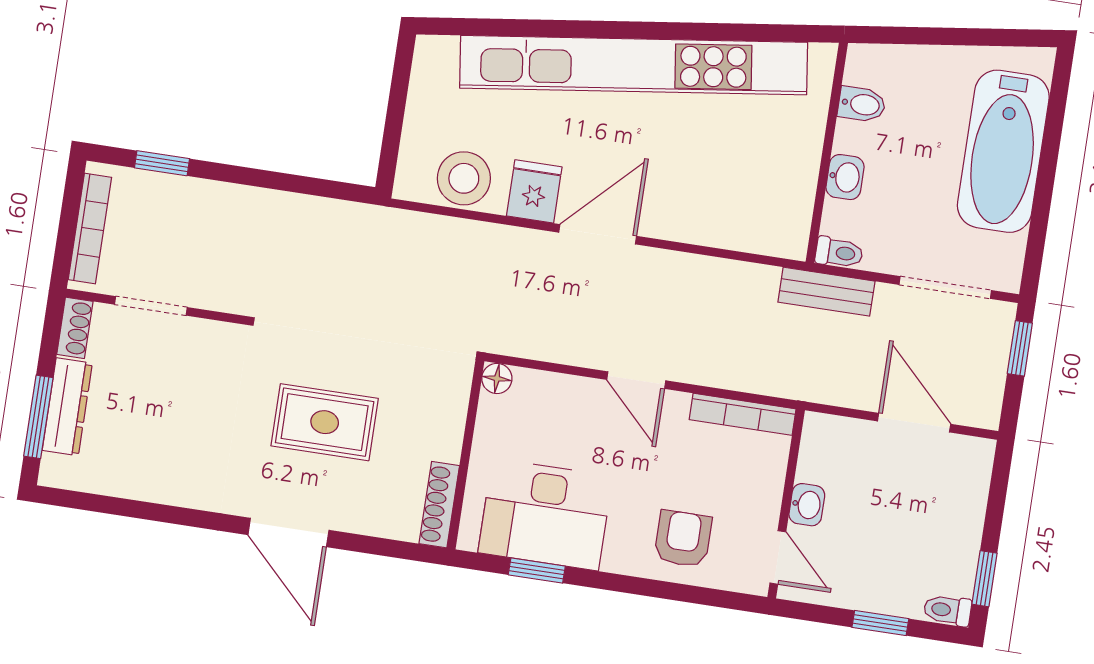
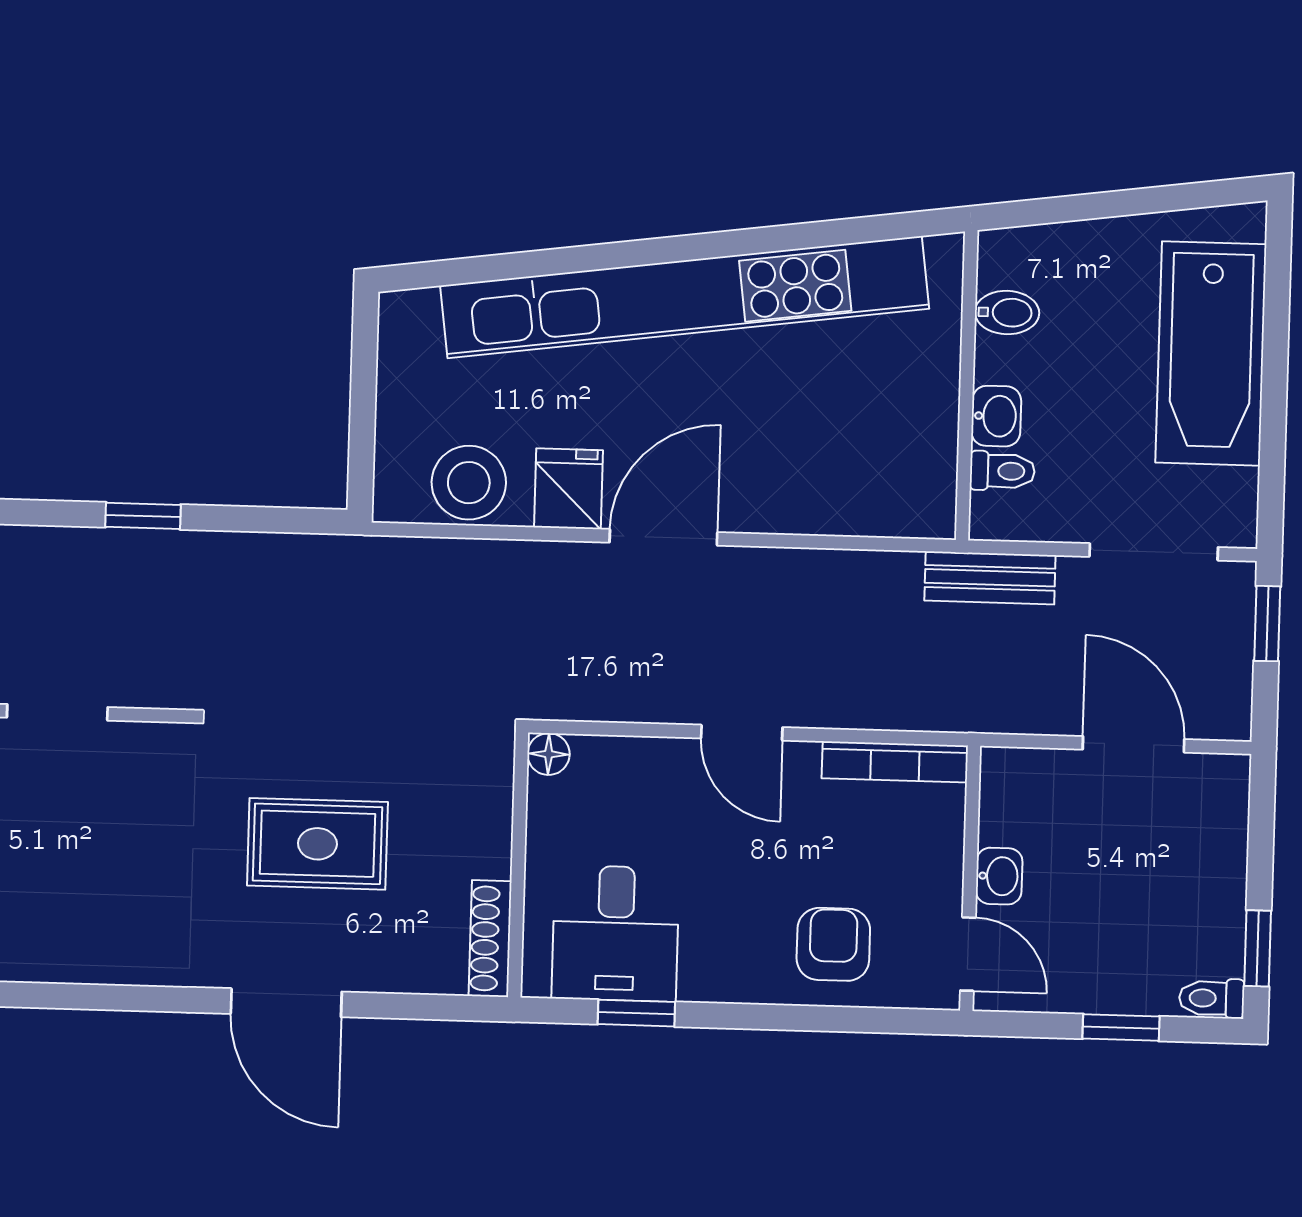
window: (162, 163) -> (143, 516), moved
toilet: (839, 253) -> (1002, 471), moved
desk: (545, 514) -> (616, 933), width x0.73

